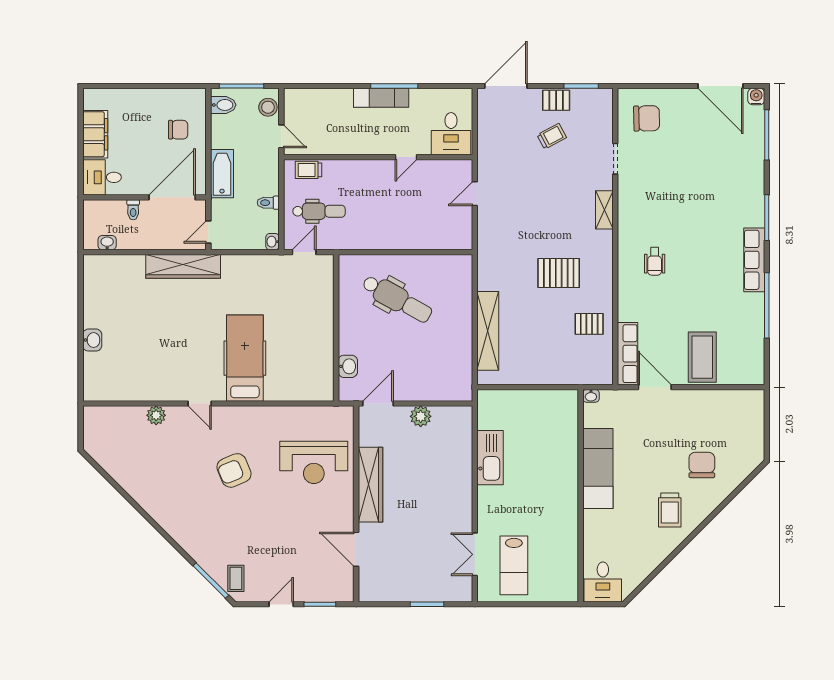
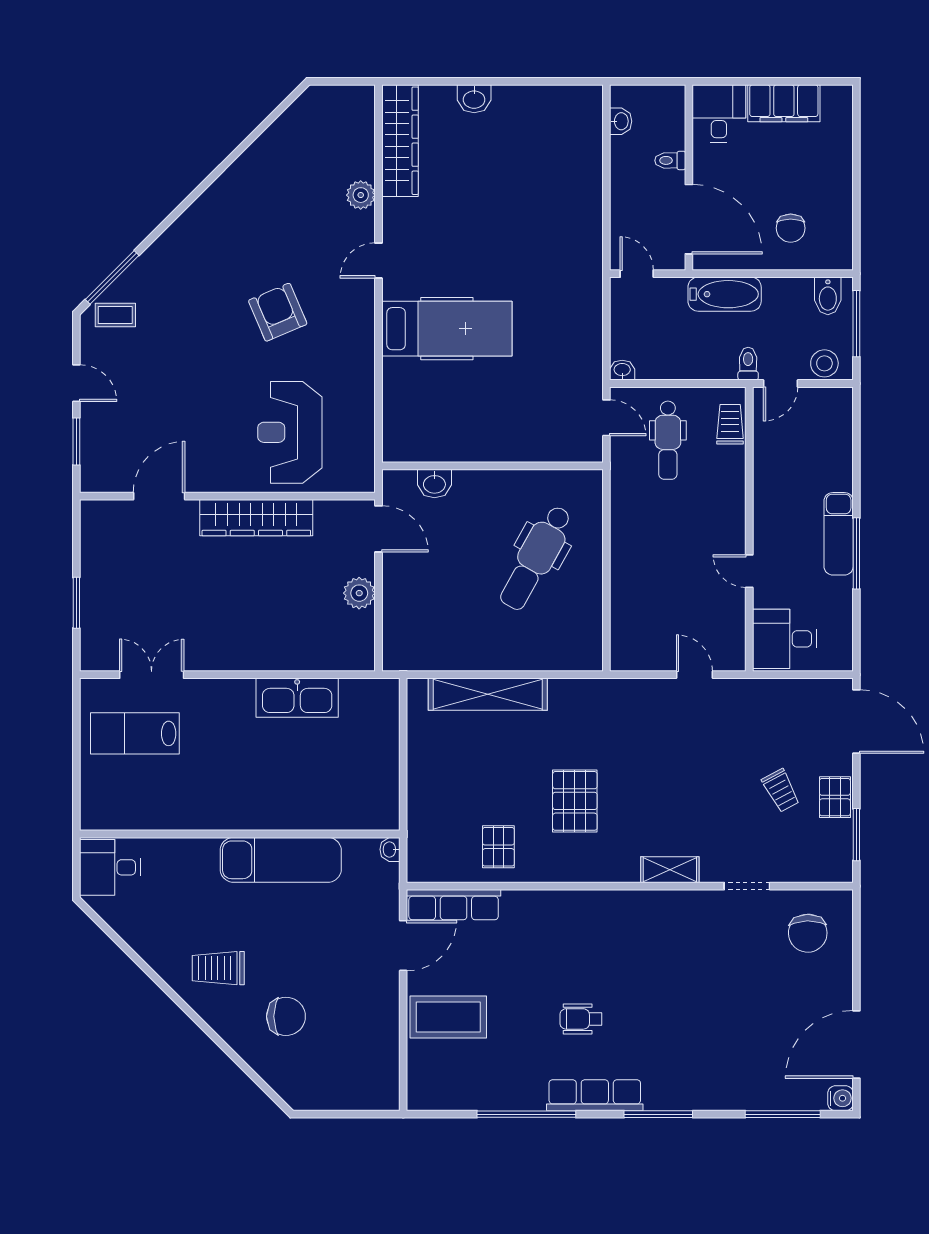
toilet: (268, 203) -> (748, 364), moved
wheelchair: (655, 261) -> (581, 1019), moved
wardrobe: (183, 266) -> (400, 141), moved, turned 180

